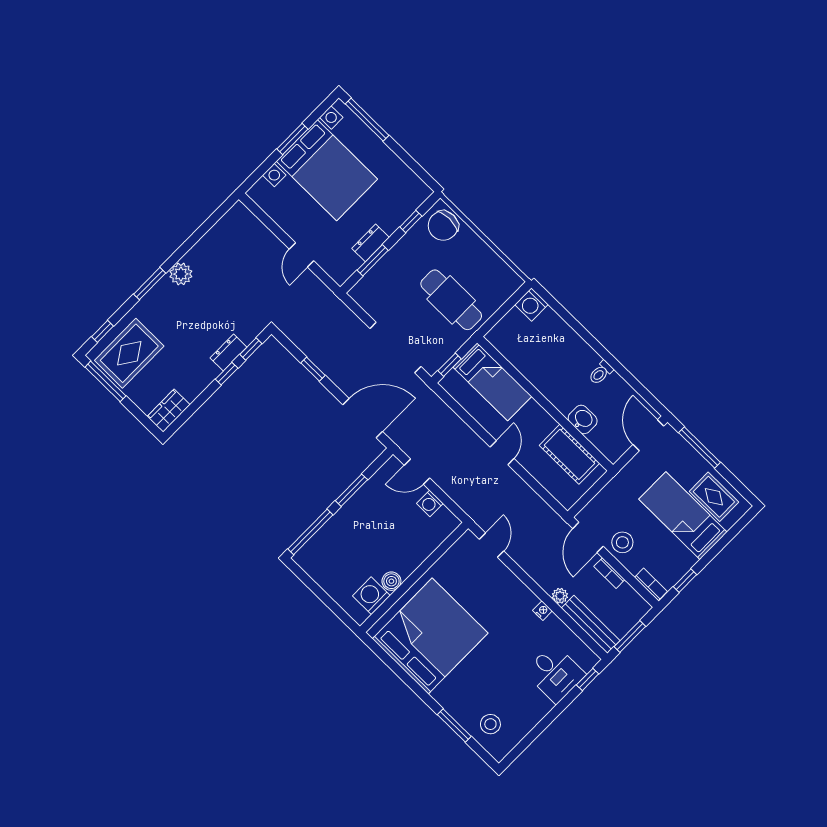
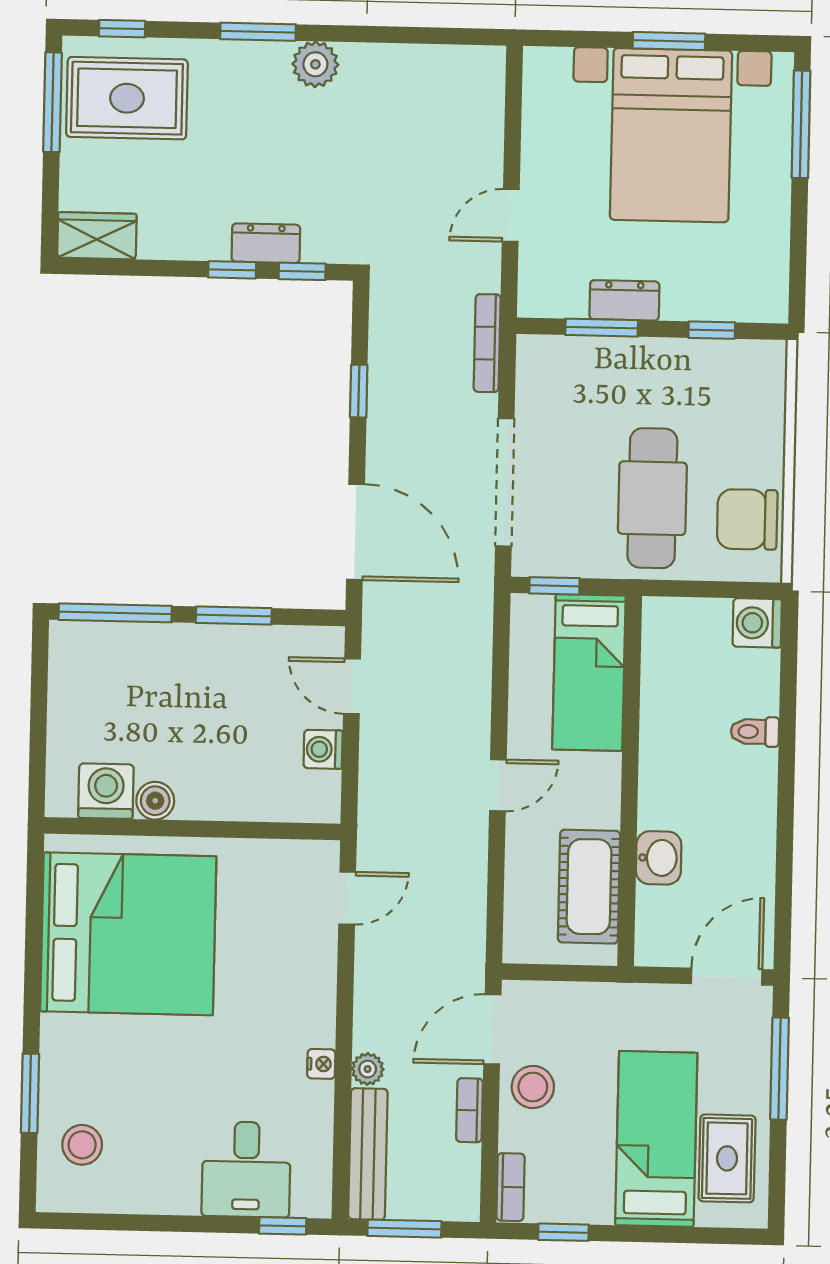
chair: (443, 226) -> (747, 519), moved
bookcase: (339, 307) -> (487, 343), added
toilet: (601, 373) -> (755, 732), moved

